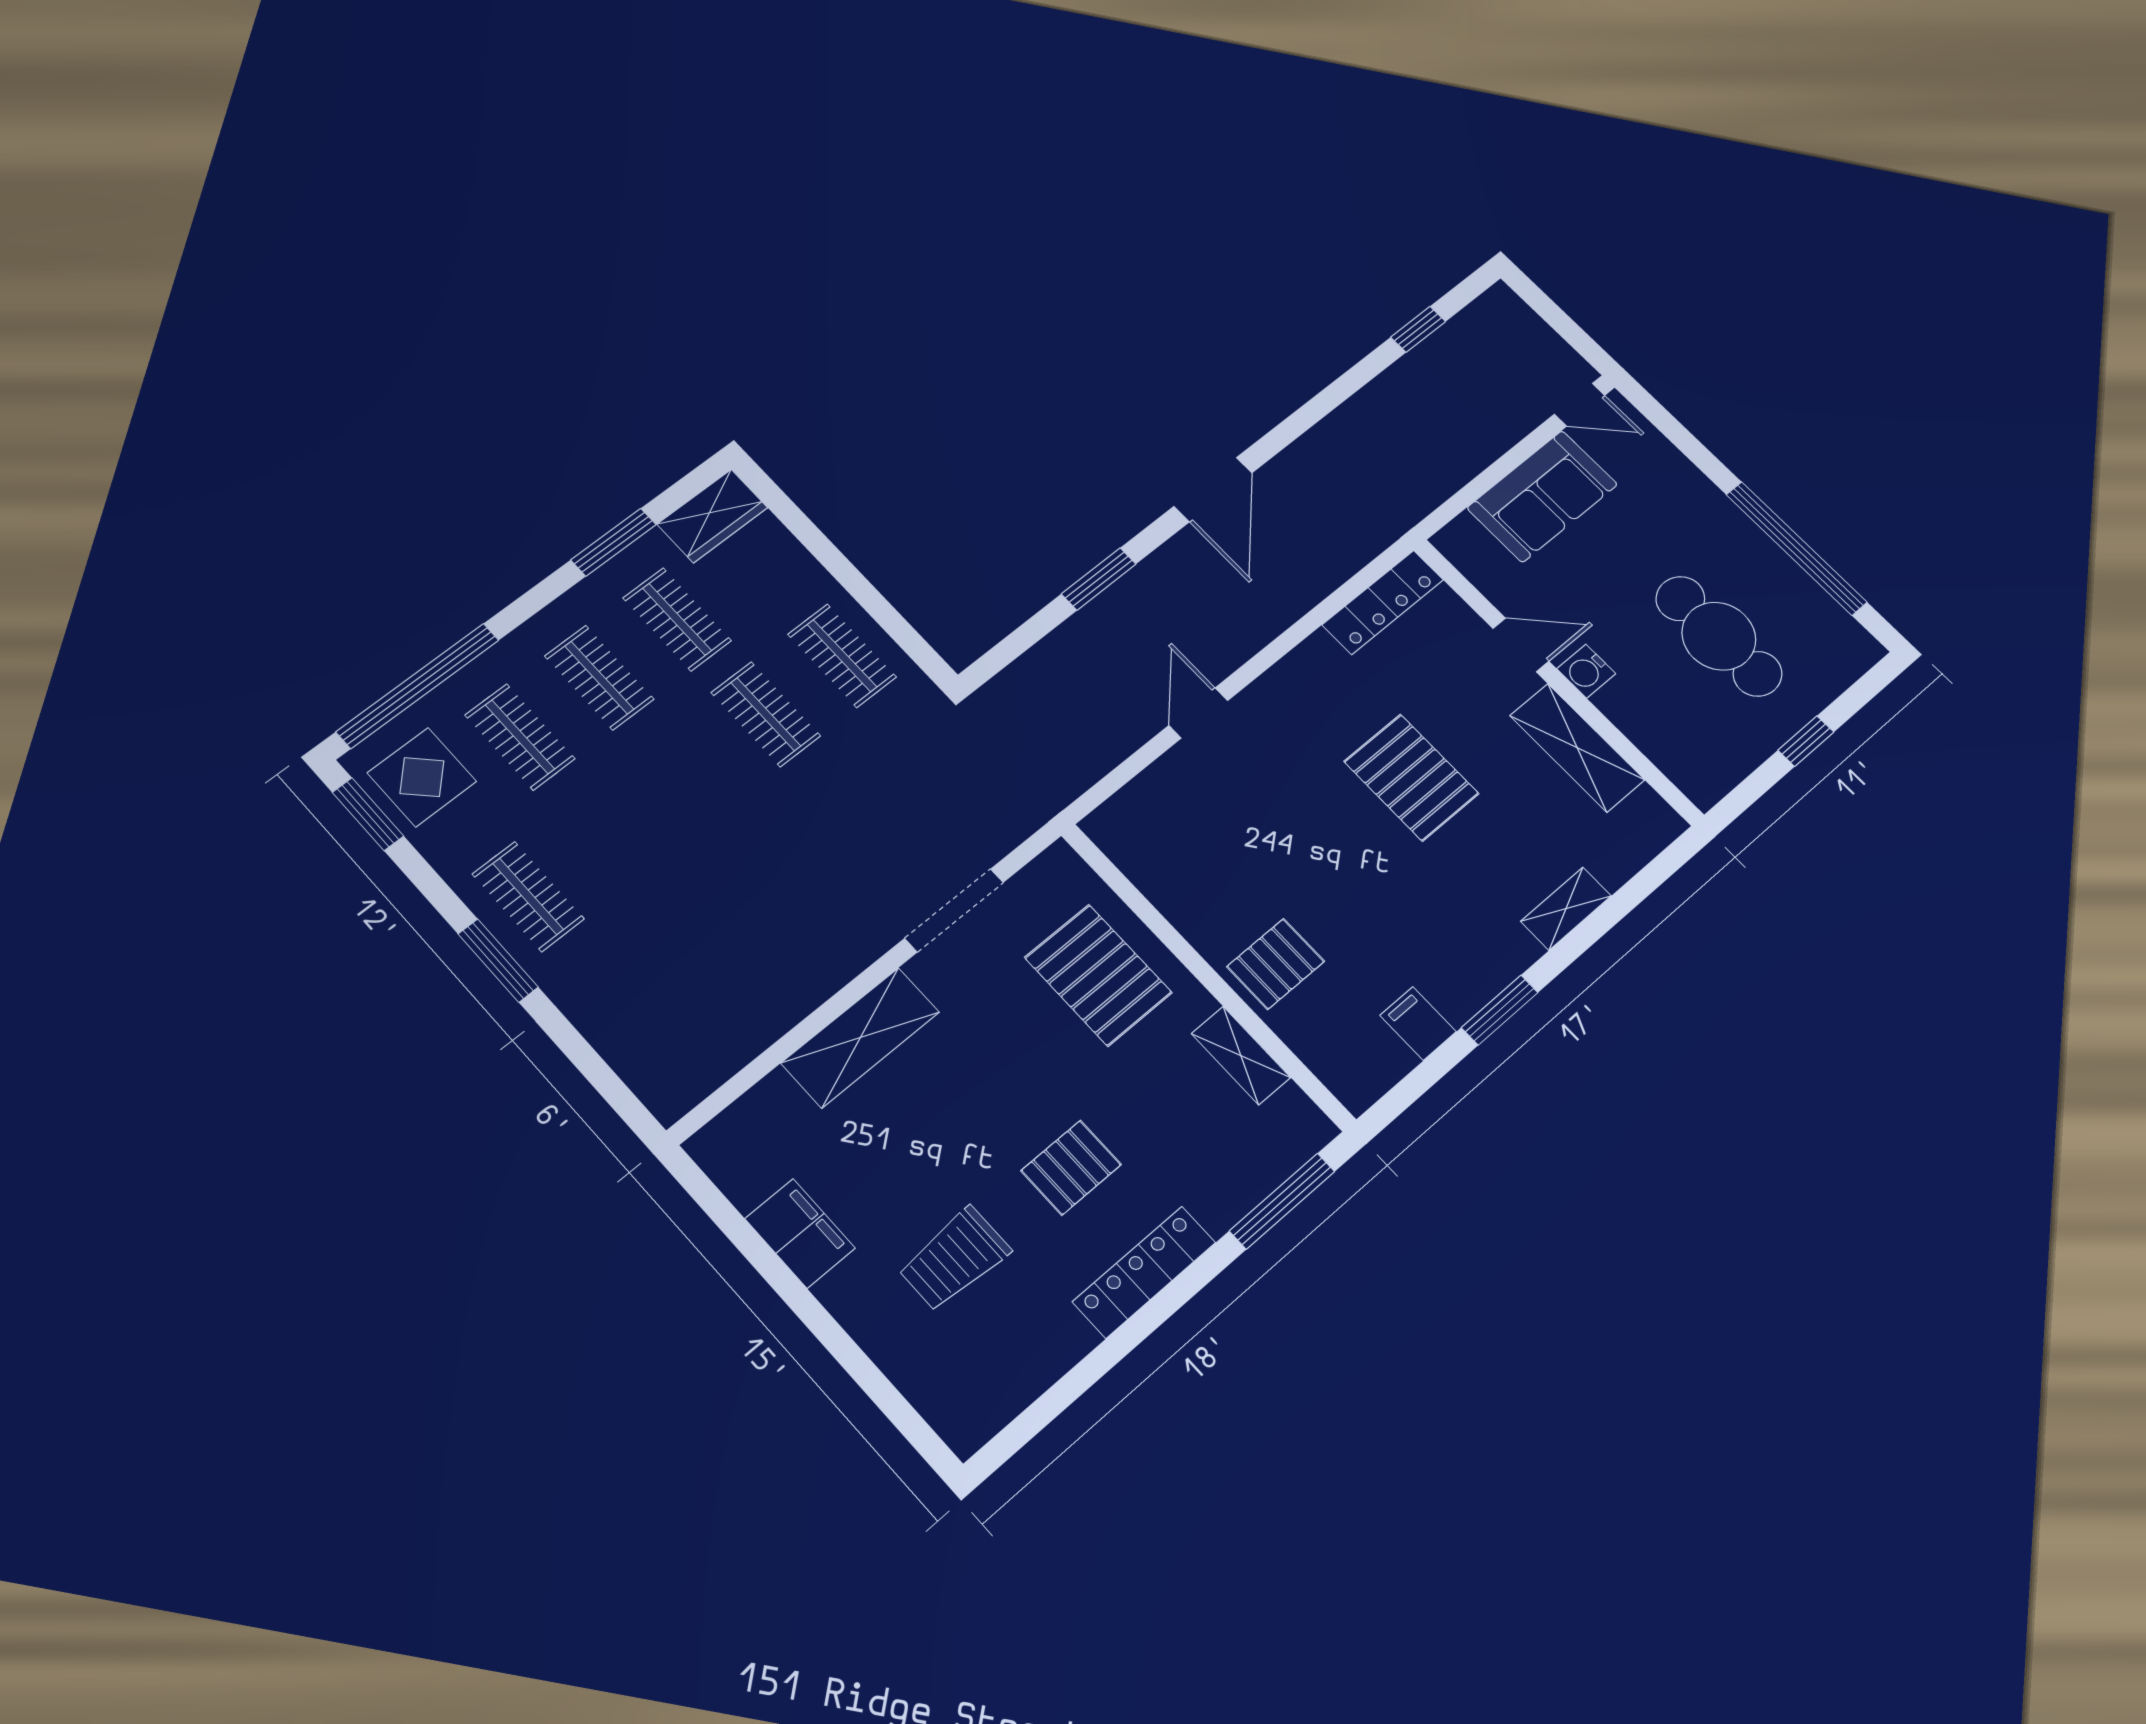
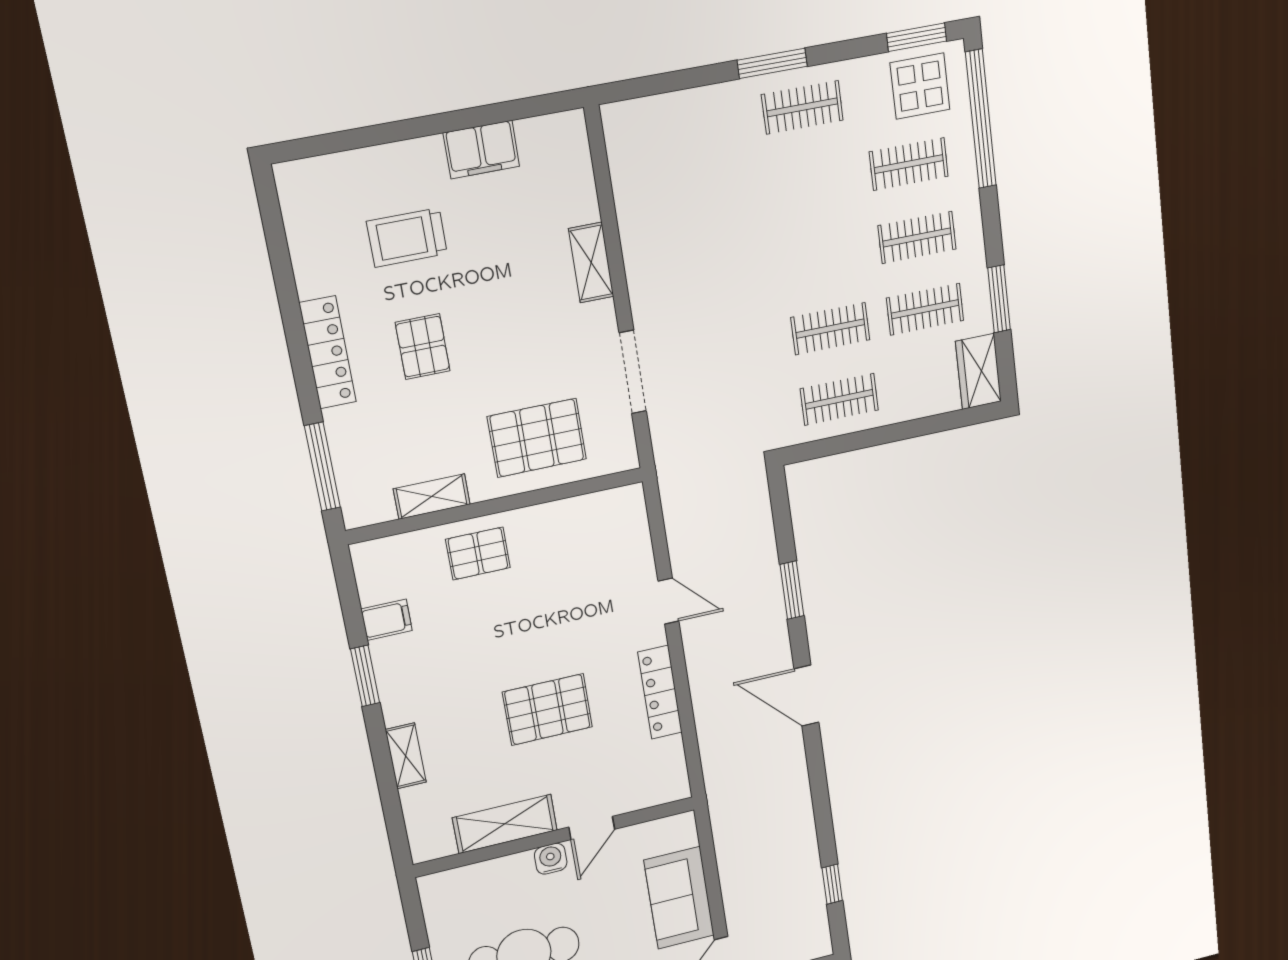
locker: (1383, 602) -> (660, 692), moved
pallet: (1276, 964) -> (478, 553), turned 90
shelving: (860, 1038) -> (591, 263), width x0.67, depth x0.75
trolley: (954, 1259) -> (407, 238), turned -90

